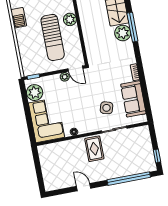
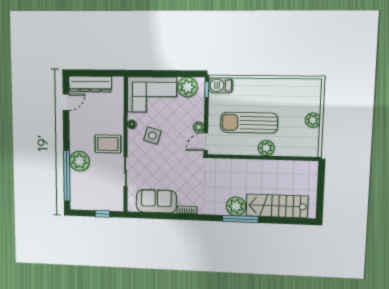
barbecue: (19, 18) -> (221, 85), moved
side table: (106, 108) -> (152, 136), moved
window: (157, 156) -> (103, 214), moved
plant: (114, 170) -> (80, 161), added
dresser: (48, 173) -> (90, 84), added
door: (84, 187) -> (66, 102), moved

